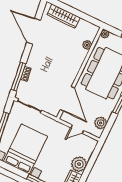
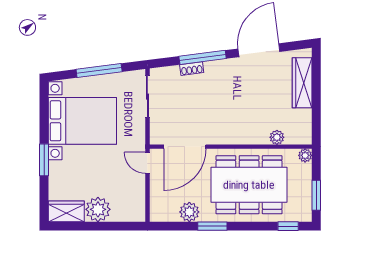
window: (18, 77) -> (203, 57), moved
plant: (101, 123) -> (189, 212), moved
door: (77, 129) -> (147, 163), moved

